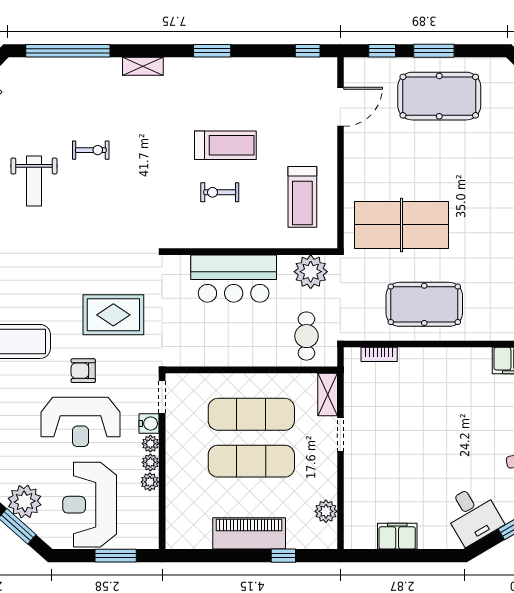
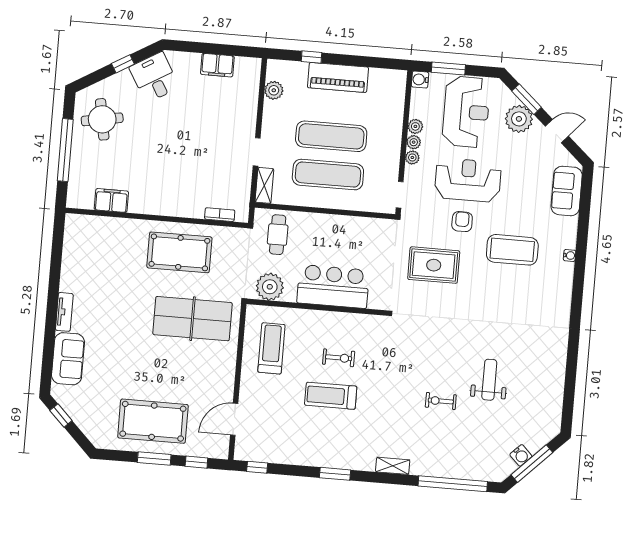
armchair: (83, 371) -> (462, 222), turned -90
water cooler: (149, 424) -> (420, 80), moved

